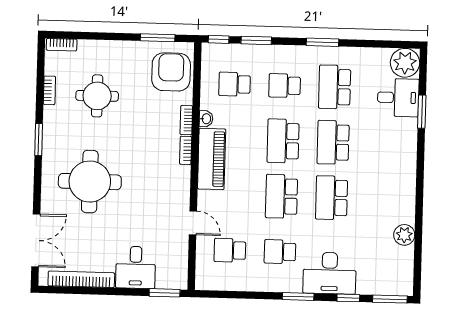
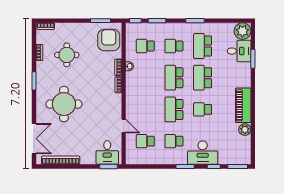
piano: (212, 159) -> (243, 105), moved, turned 180
school desk: (332, 198) -> (203, 109), width x0.54
desk: (136, 267) -> (107, 152), moved

